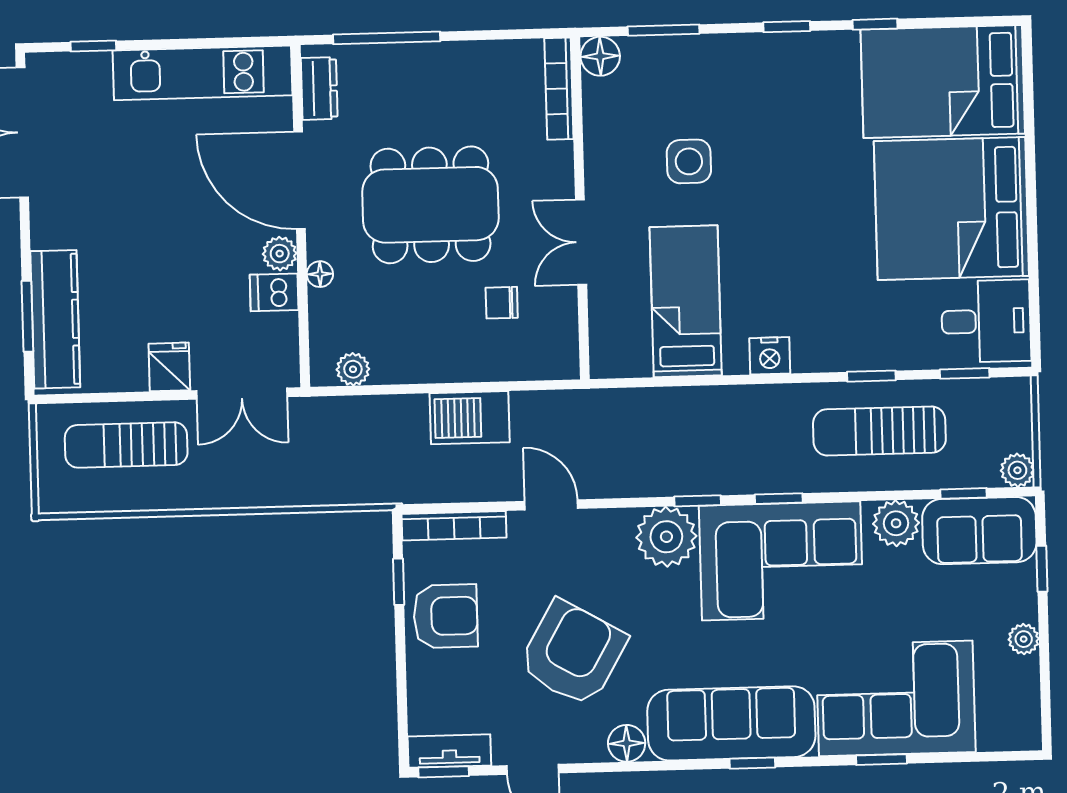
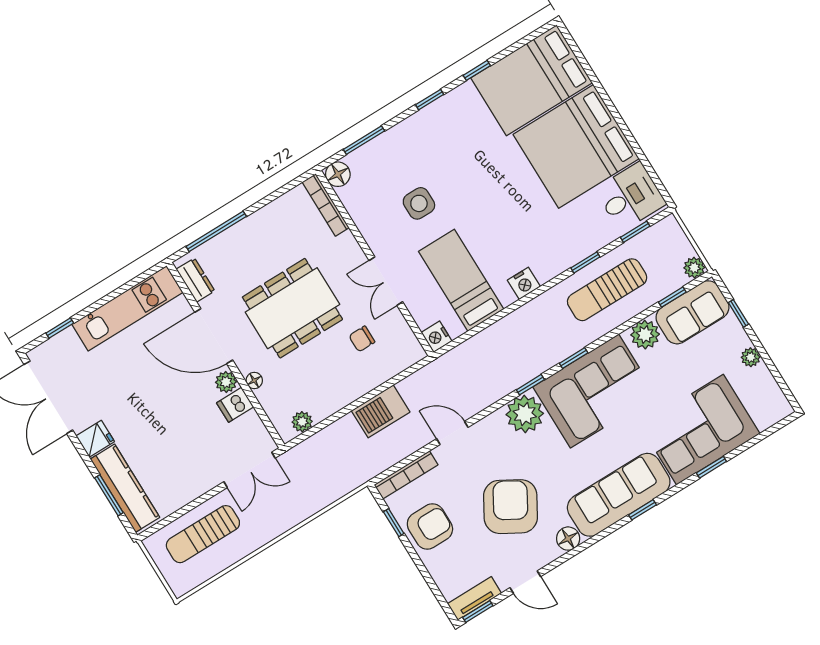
nightstand: (607, 360) -> (437, 337), added
fridge: (169, 367) -> (95, 439), moved, turned 90

